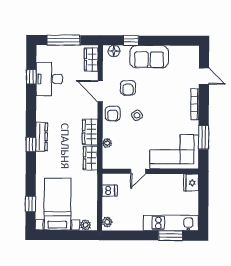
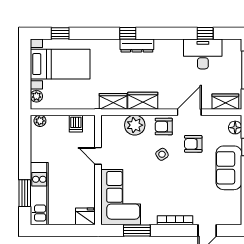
plant: (107, 143) -> (135, 125), width x1.88, depth x1.88

